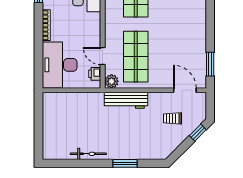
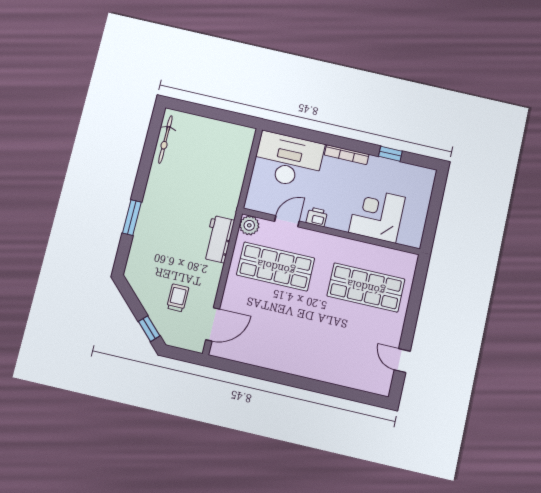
window: (210, 64) -> (241, 368), removed
printer: (95, 74) -> (317, 217), moved
workbench: (126, 100) -> (218, 239), width x0.73
bicycle: (88, 154) -> (165, 139), moved

